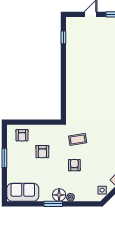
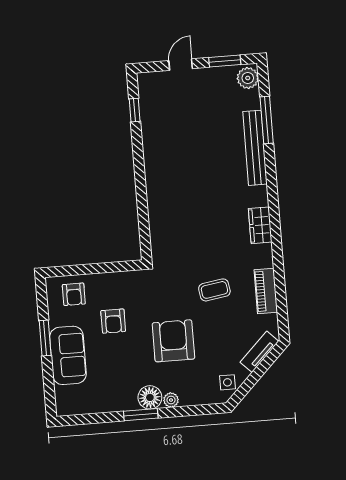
coffee table: (78, 139) -> (214, 290), moved
armchair: (74, 165) -> (173, 341), width x1.88, depth x1.88
sofa: (23, 192) -> (68, 355), moved, turned 90

